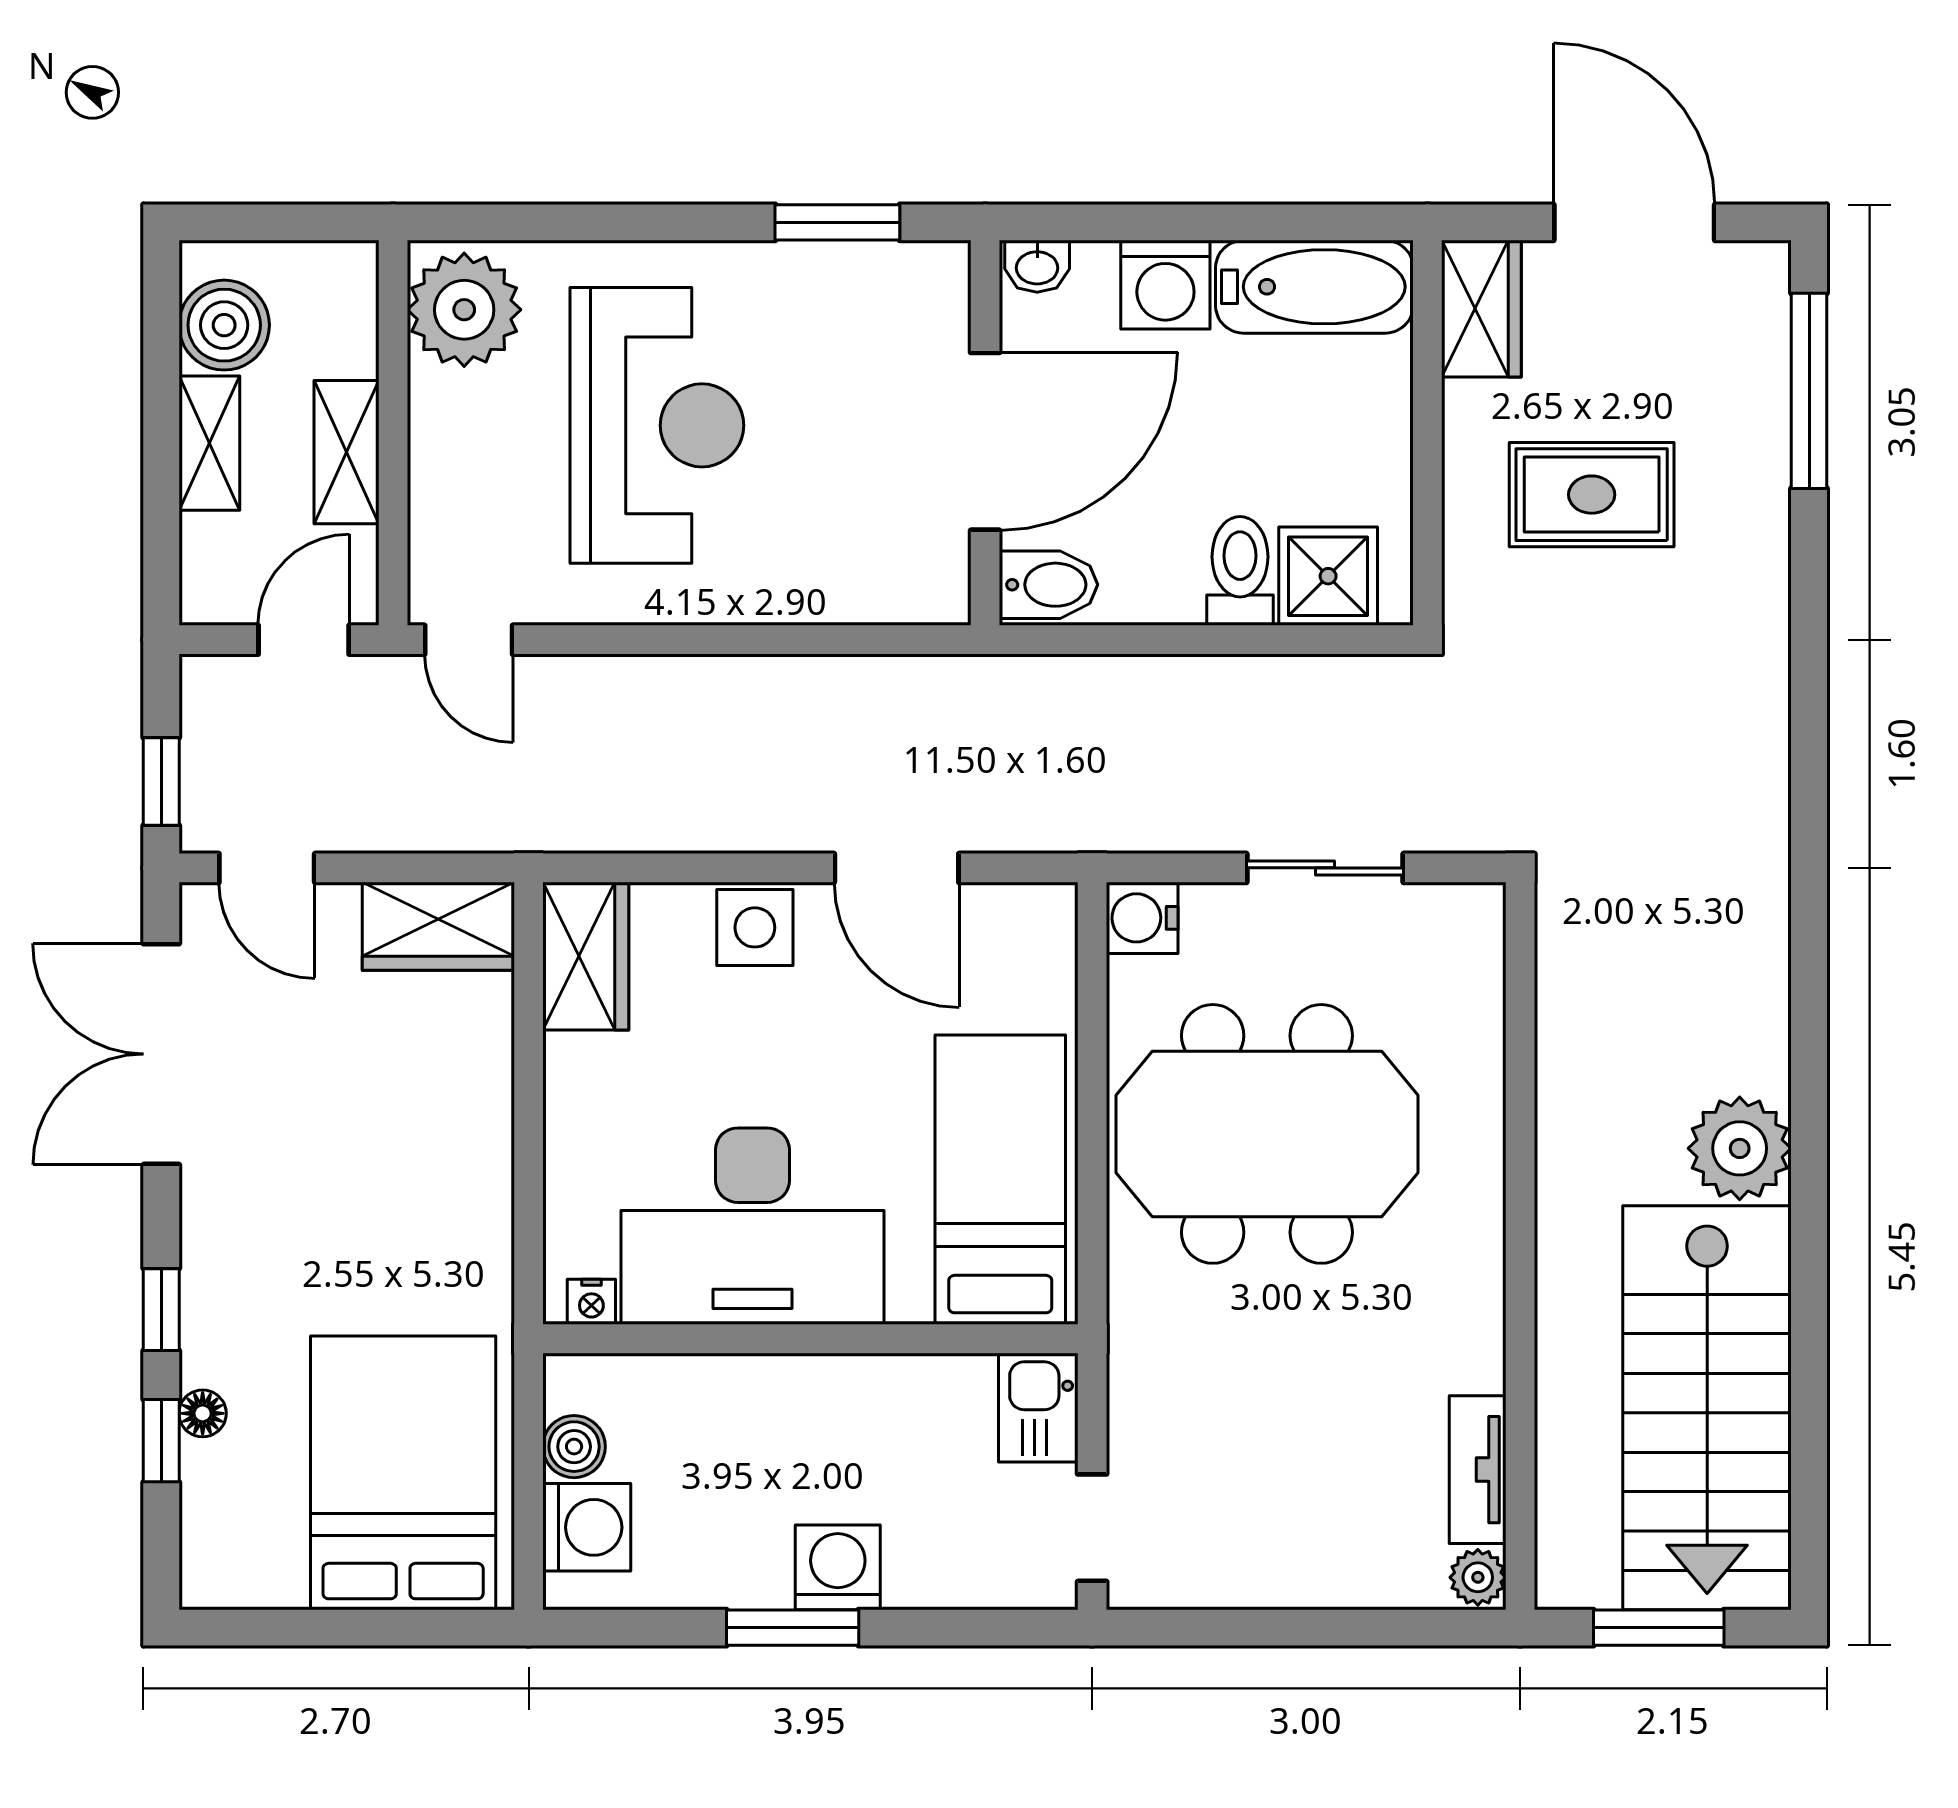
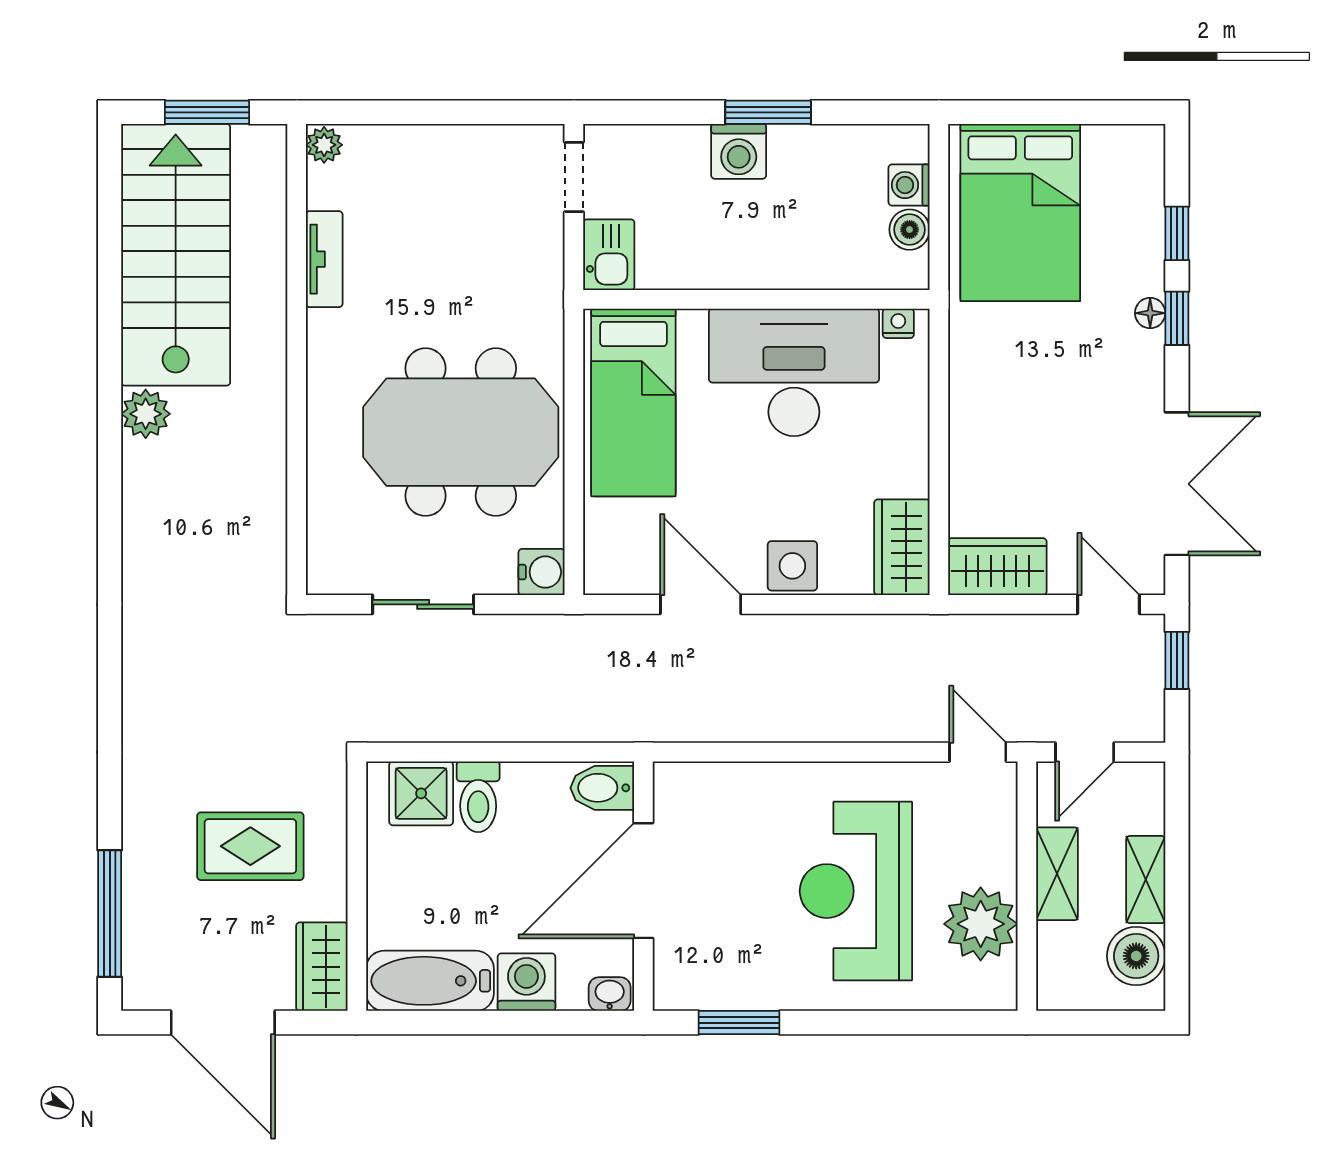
plant: (464, 310) -> (981, 924), moved
plant: (1740, 1148) -> (146, 414), width x0.73, depth x0.73
floor lamp: (203, 1413) -> (1150, 313), moved
tv unit: (1478, 1470) -> (324, 259), moved
washing machine: (587, 1527) -> (909, 185), width x0.73, depth x0.73

